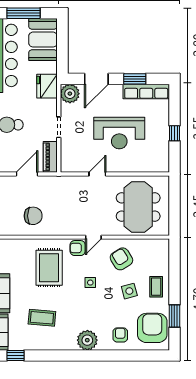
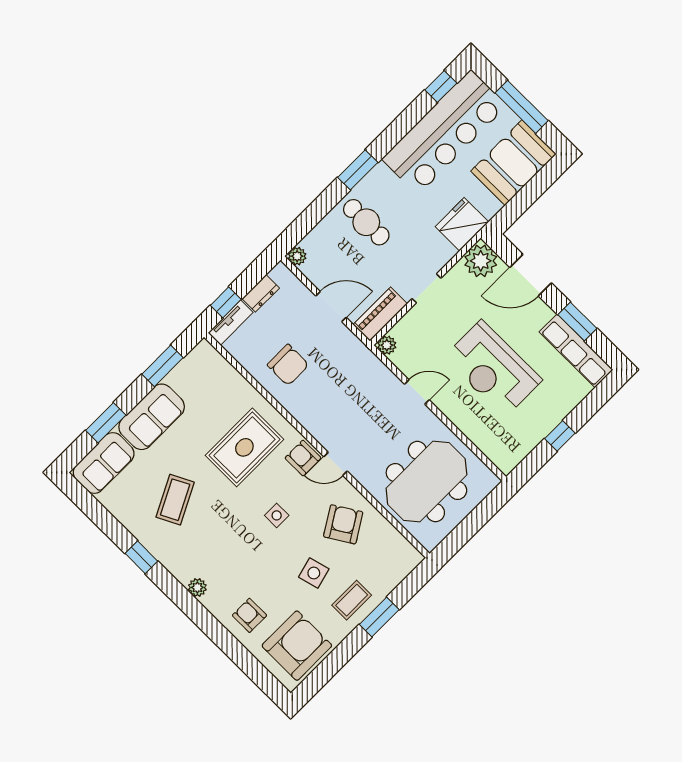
plant: (66, 167) -> (387, 345), added
window: (174, 316) -> (379, 617), moved
coffee table: (42, 318) -> (175, 500), turned 58
armchair: (120, 335) -> (249, 615), turned -90
plant: (87, 340) -> (197, 587), width x0.53, depth x0.53
window: (16, 355) -> (141, 557), moved

